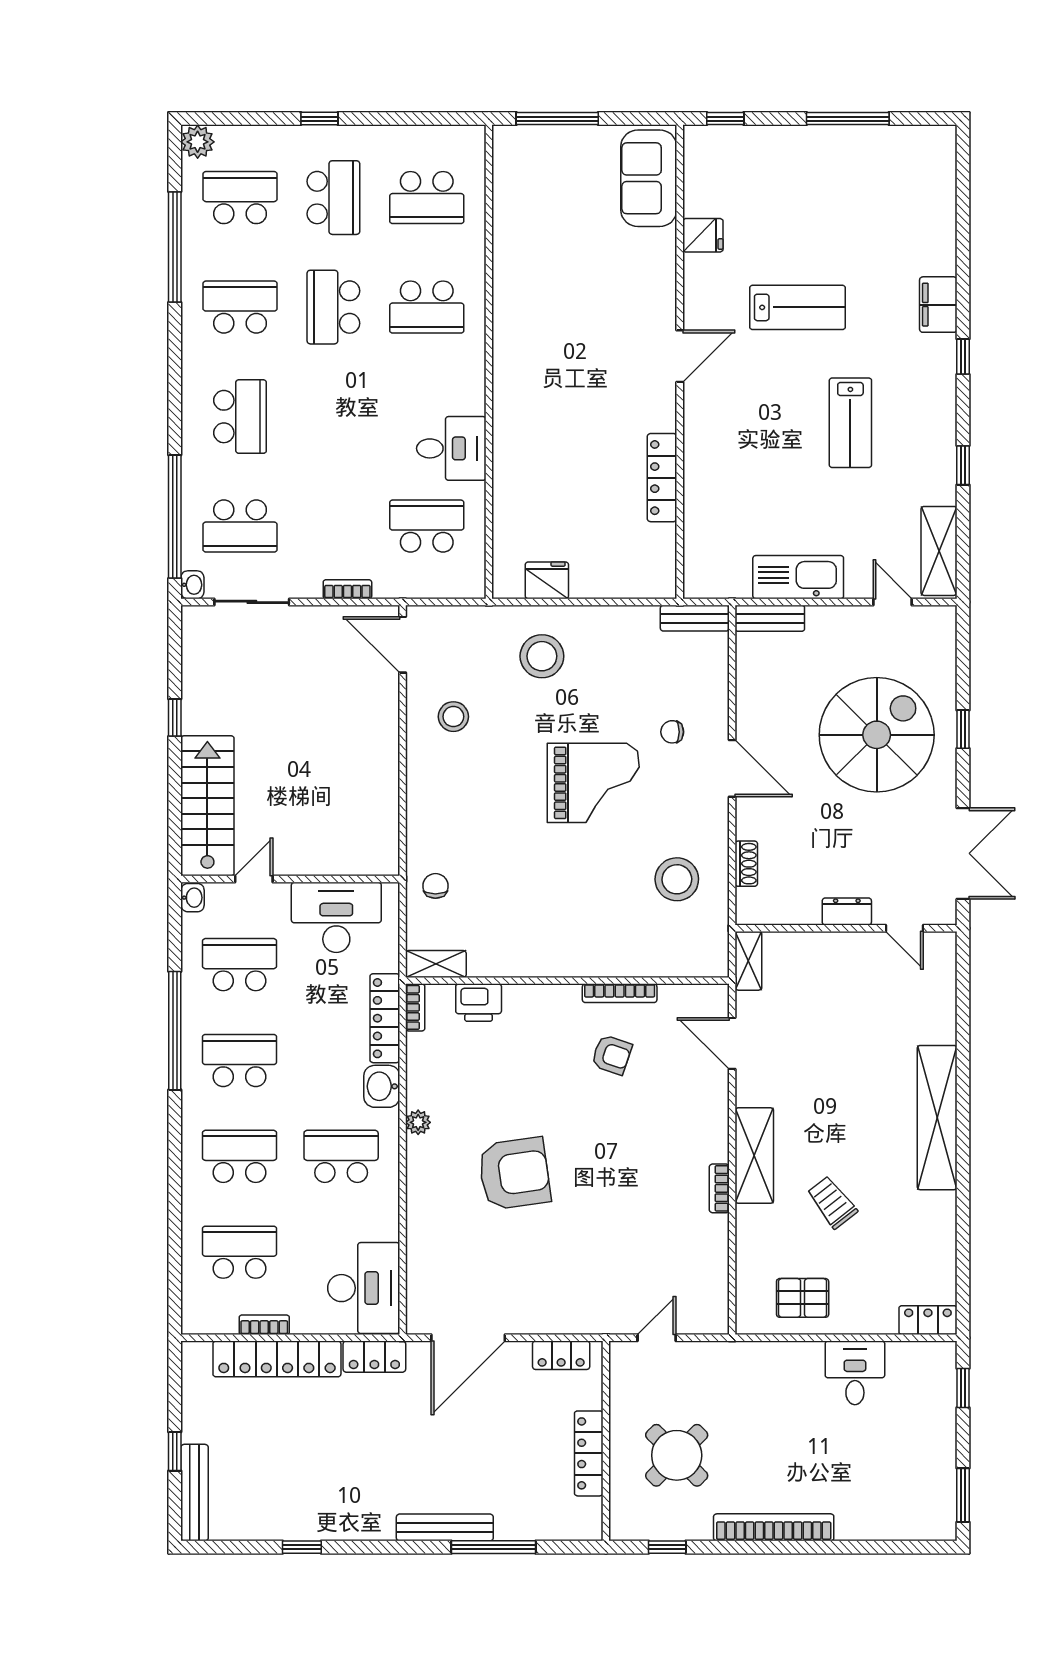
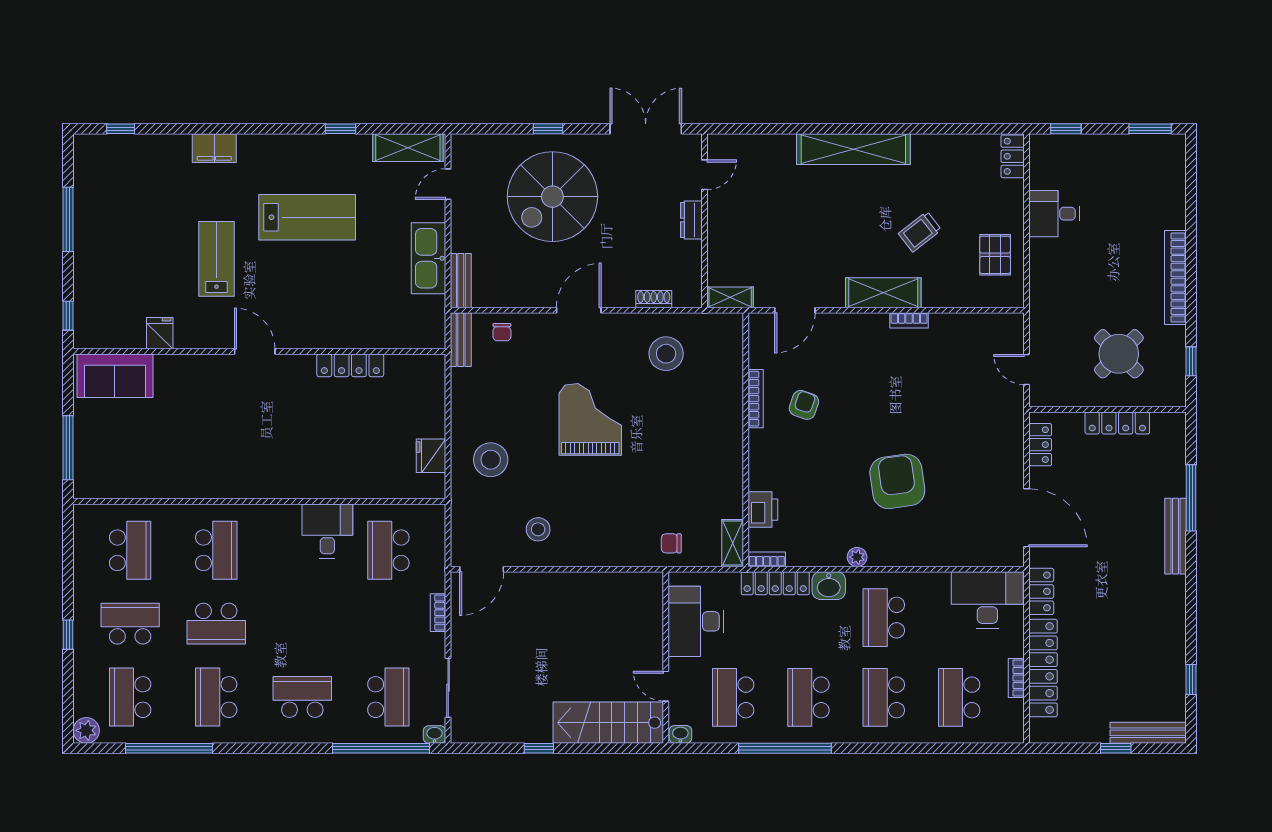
window: (963, 357) -> (121, 129), moved
lab bench: (850, 423) -> (307, 217), width x1.36, depth x1.39
chair: (672, 732) -> (502, 332), moved
spiral stairs: (877, 735) -> (552, 197), turned -90
window: (302, 1547) -> (1191, 680), moved

